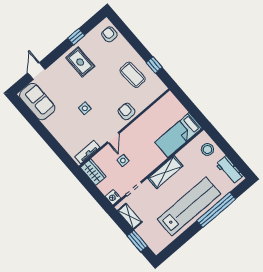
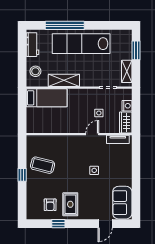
armchair: (109, 34) -> (50, 205), moved
window: (154, 65) -> (22, 175), moved
coffee table: (133, 75) -> (43, 165), turned -73
armchair: (127, 111) -> (68, 144), removed
shelving: (165, 172) -> (64, 80), moved
nightstand: (113, 197) -> (127, 106), moved

